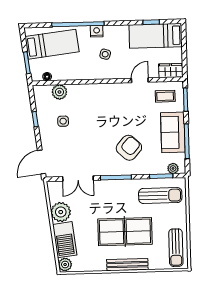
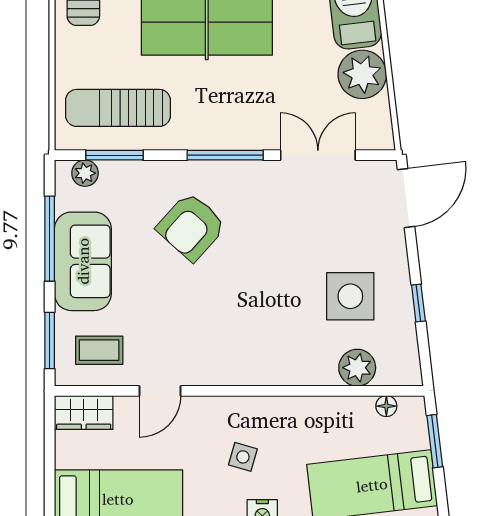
side table: (63, 121) -> (350, 296), width x1.87, depth x1.87

